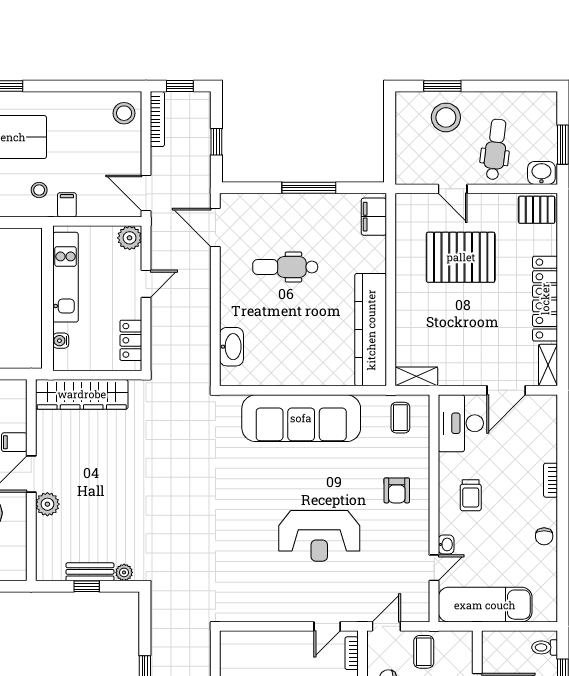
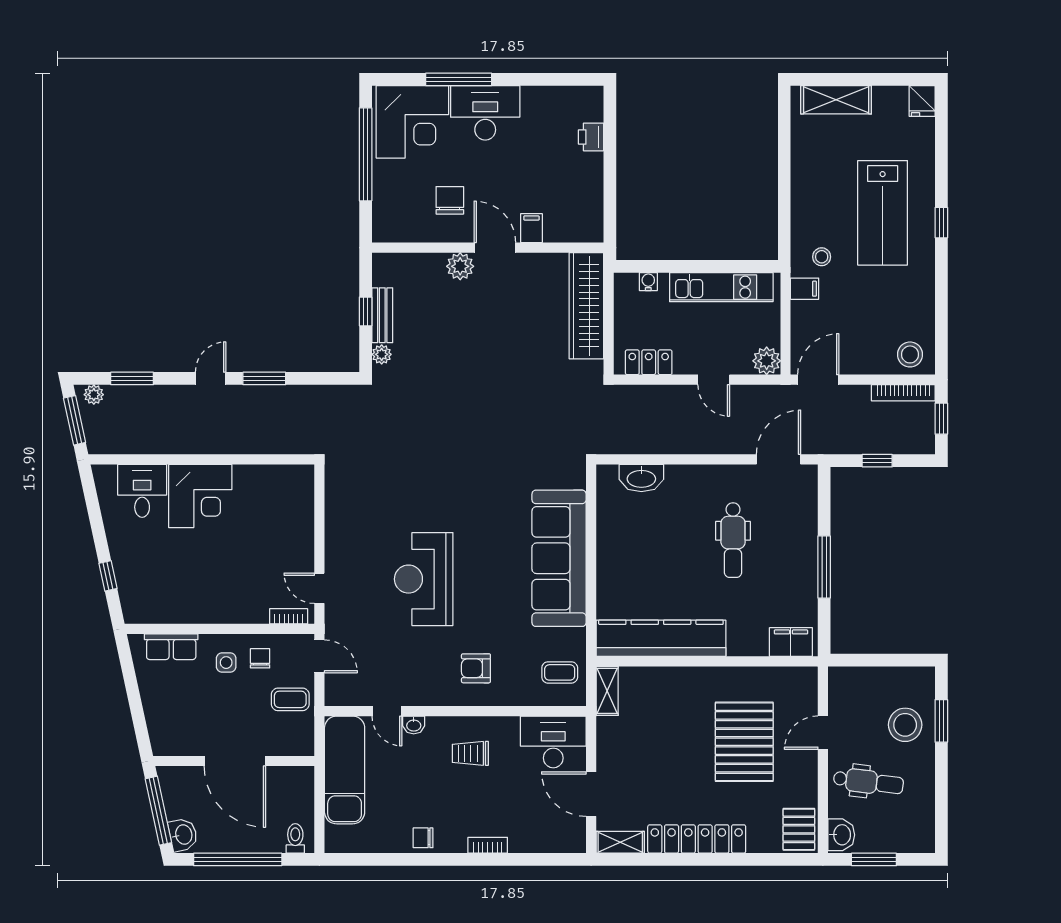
dental chair: (285, 267) -> (733, 540), turned 180

